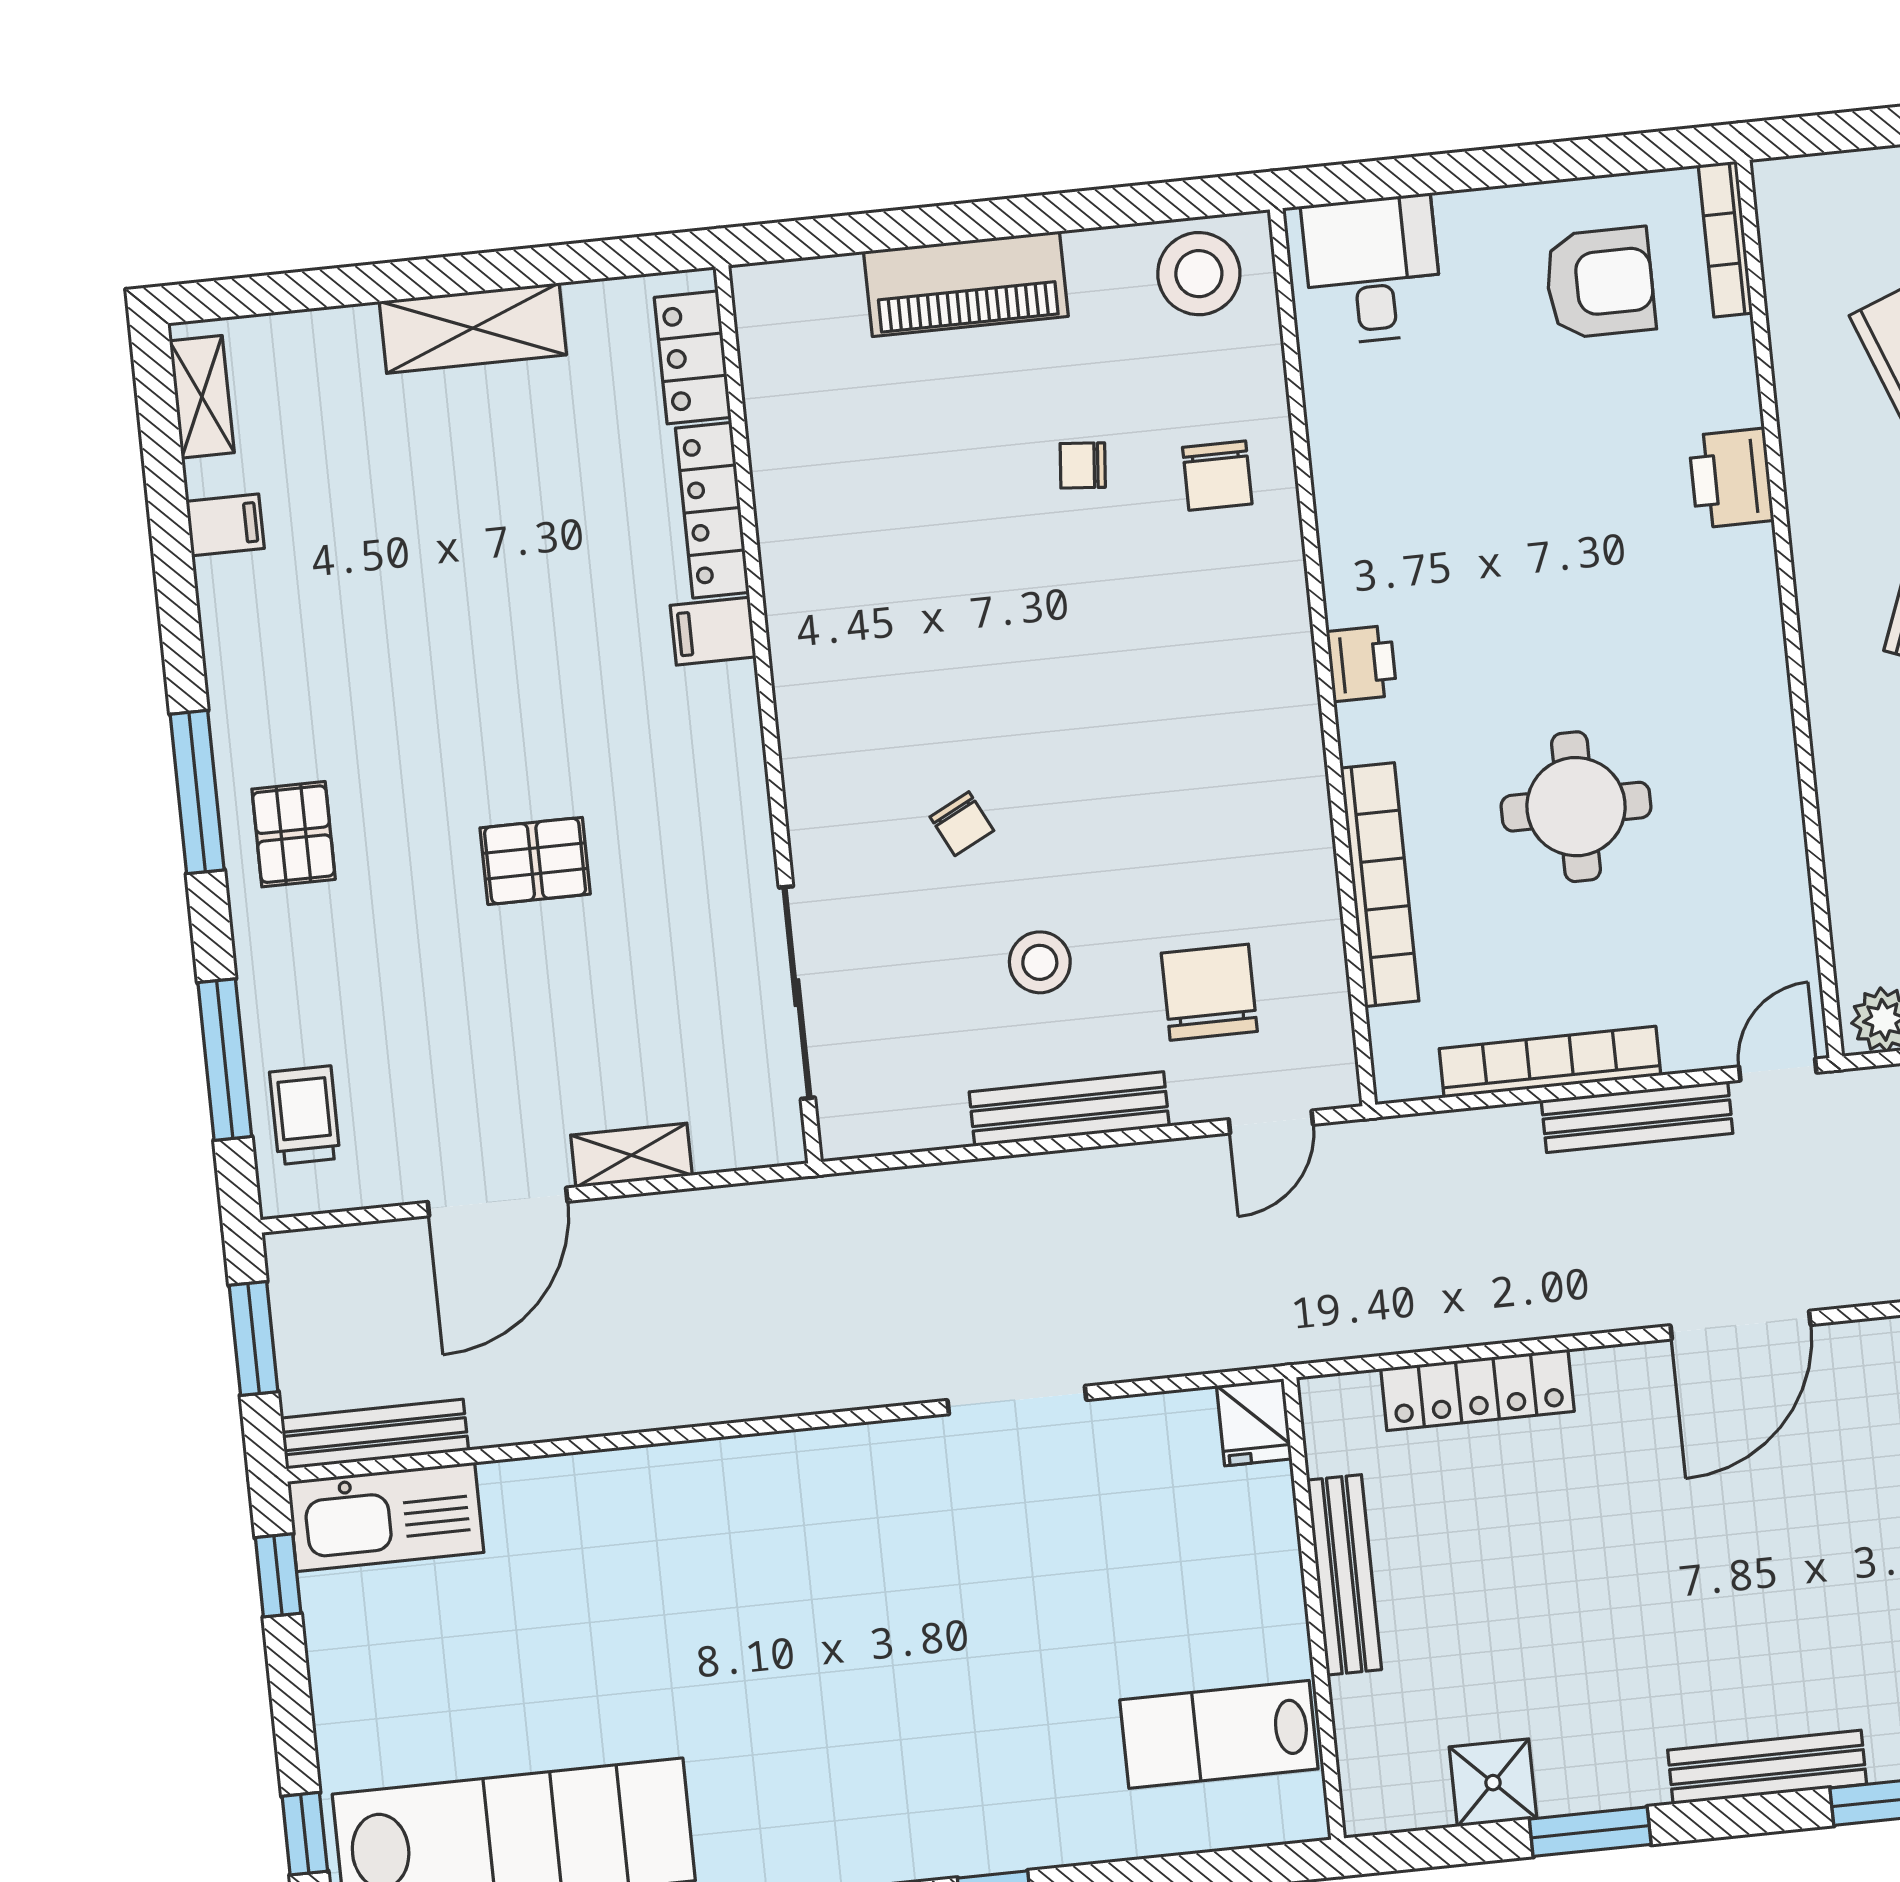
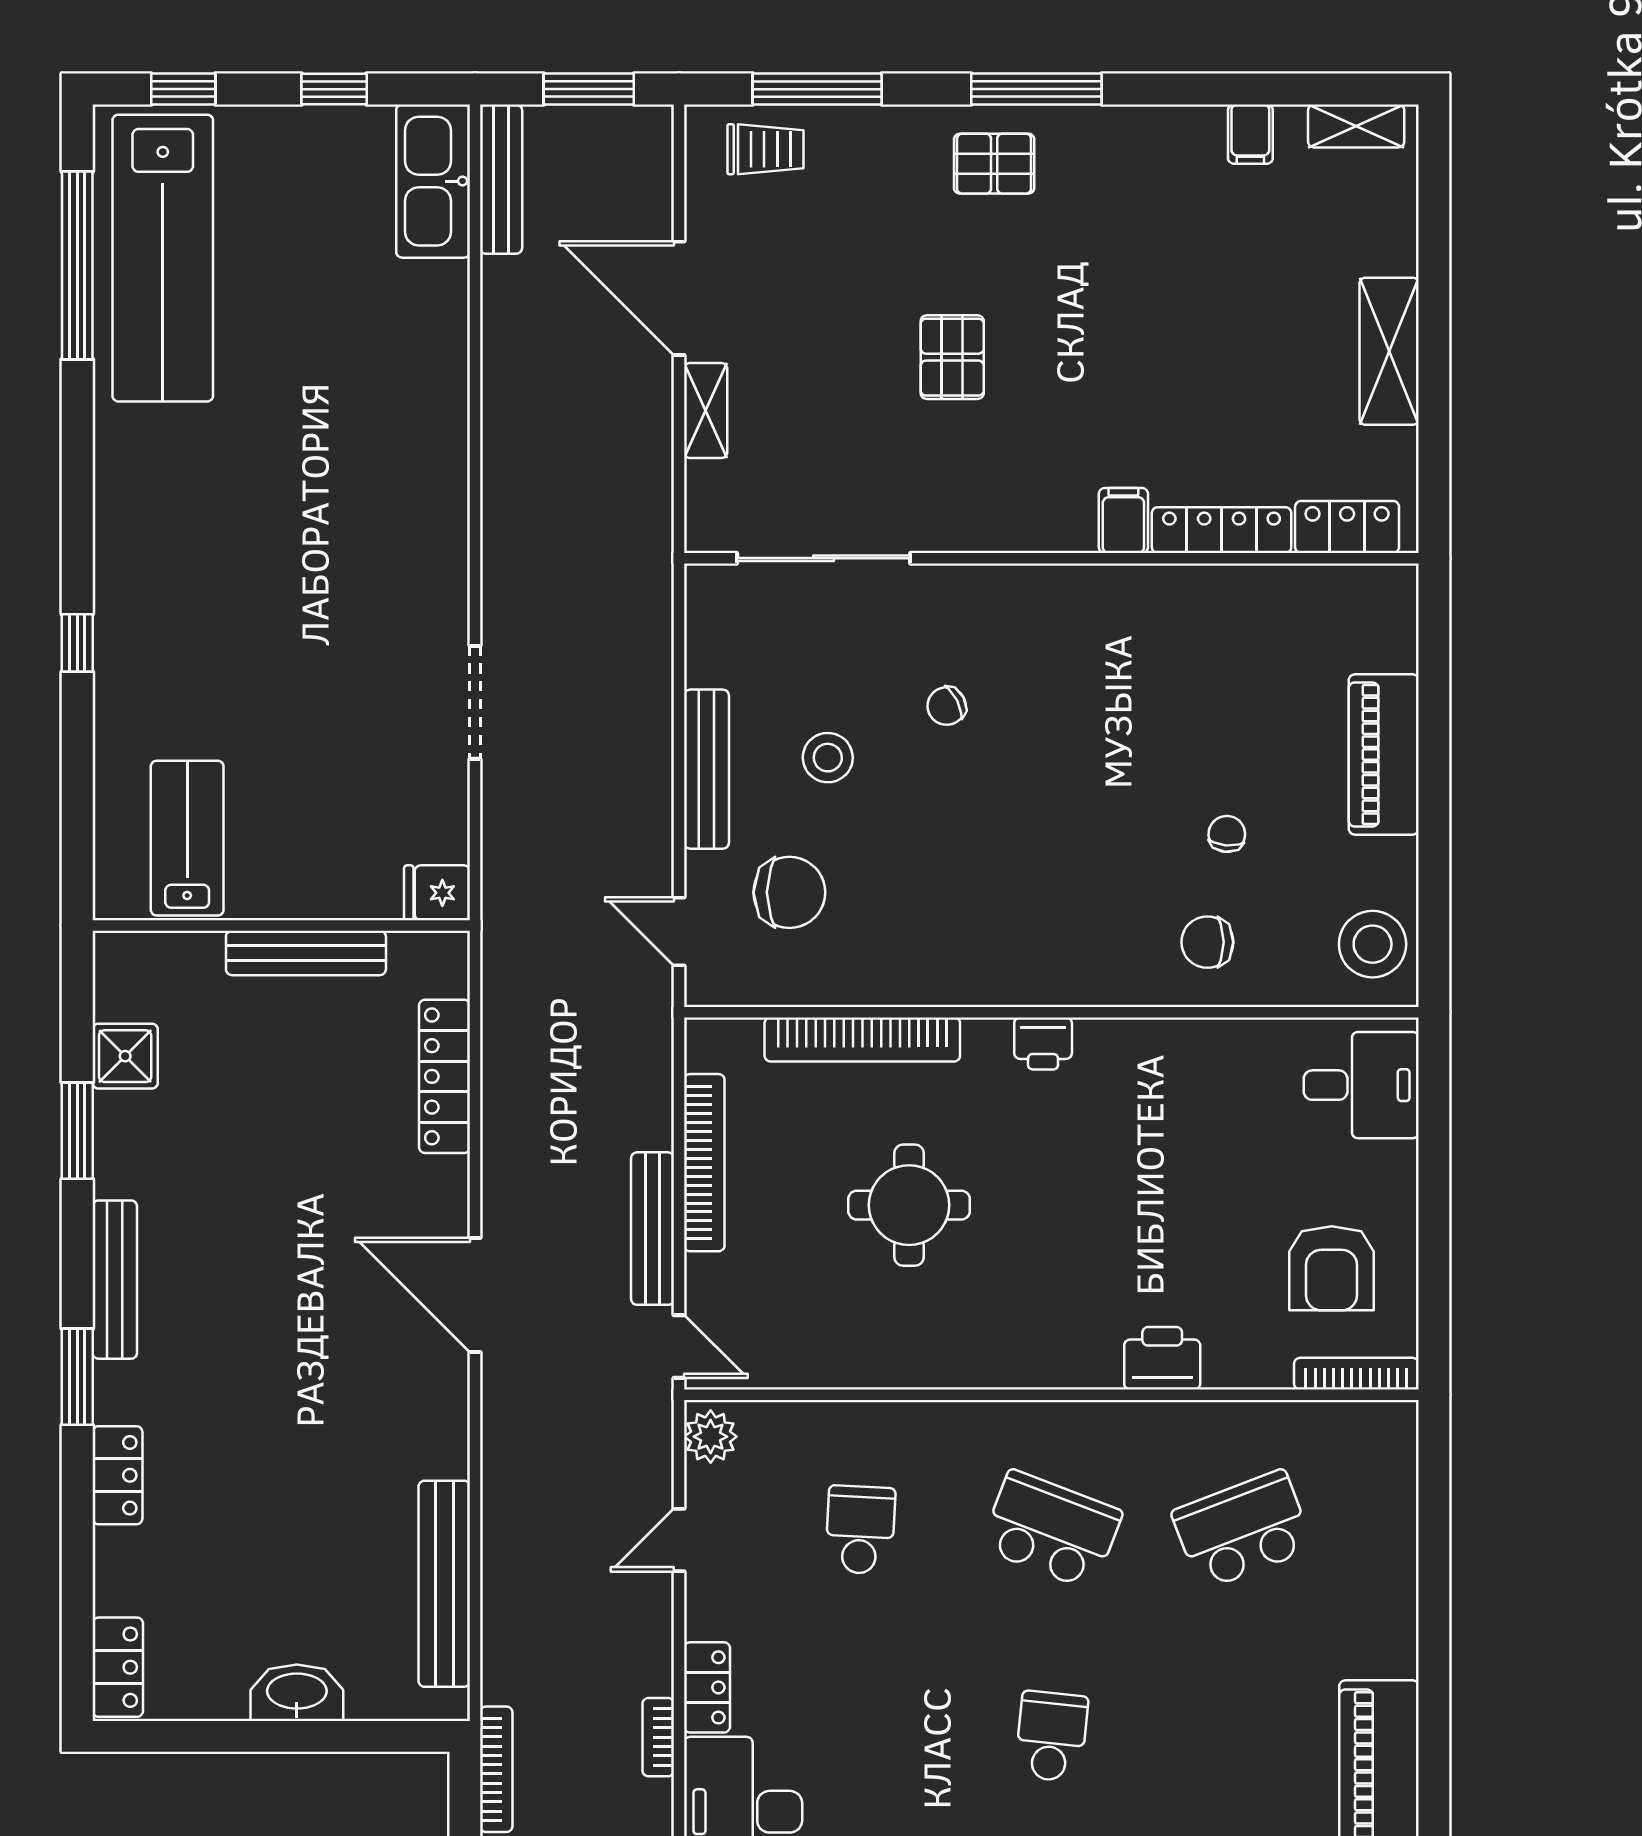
window: (278, 1575) -> (334, 89), moved

